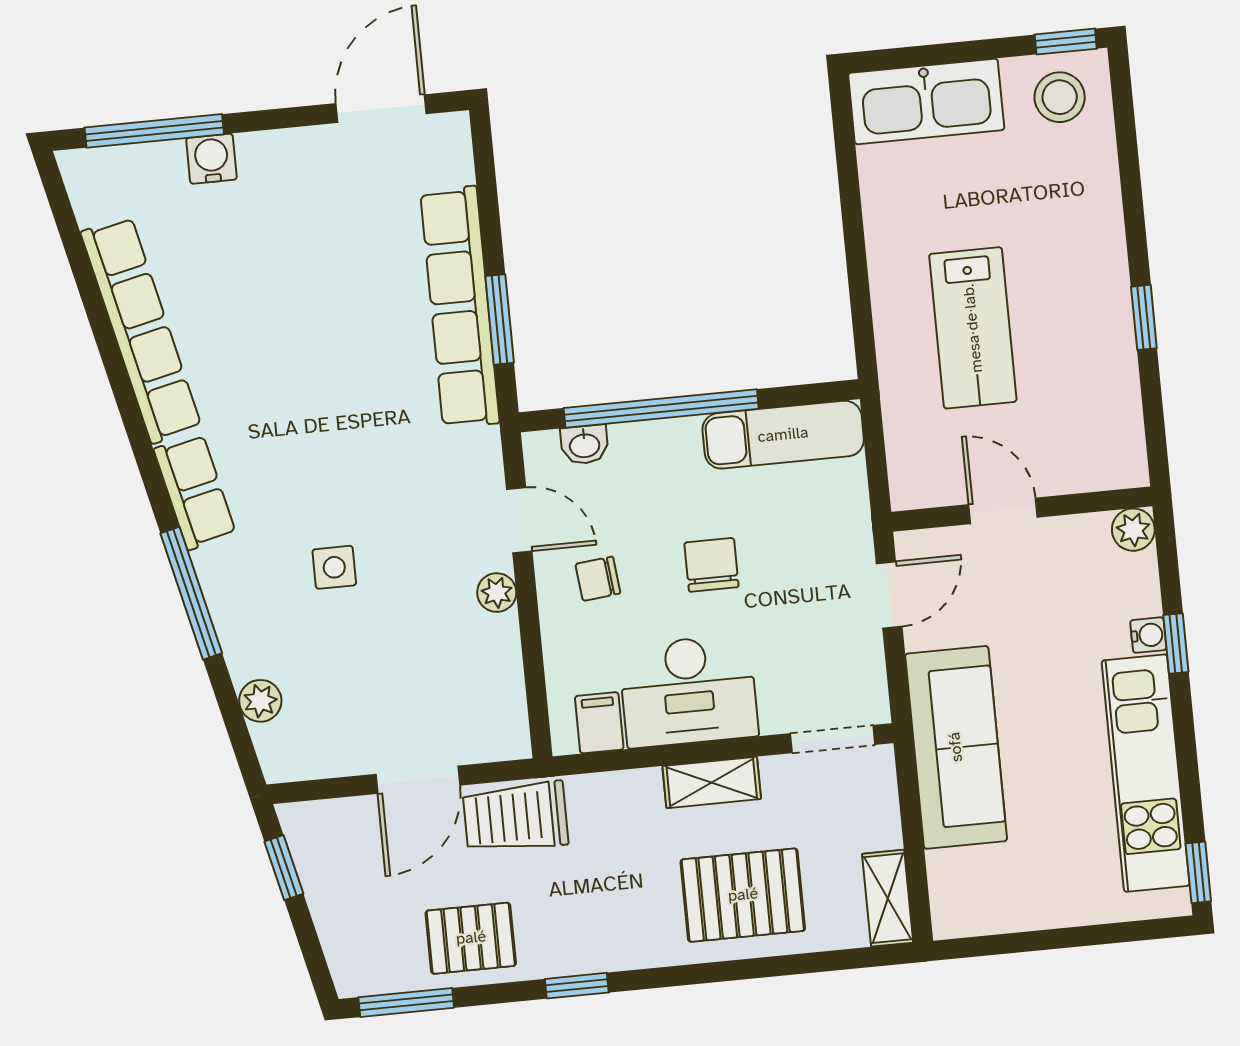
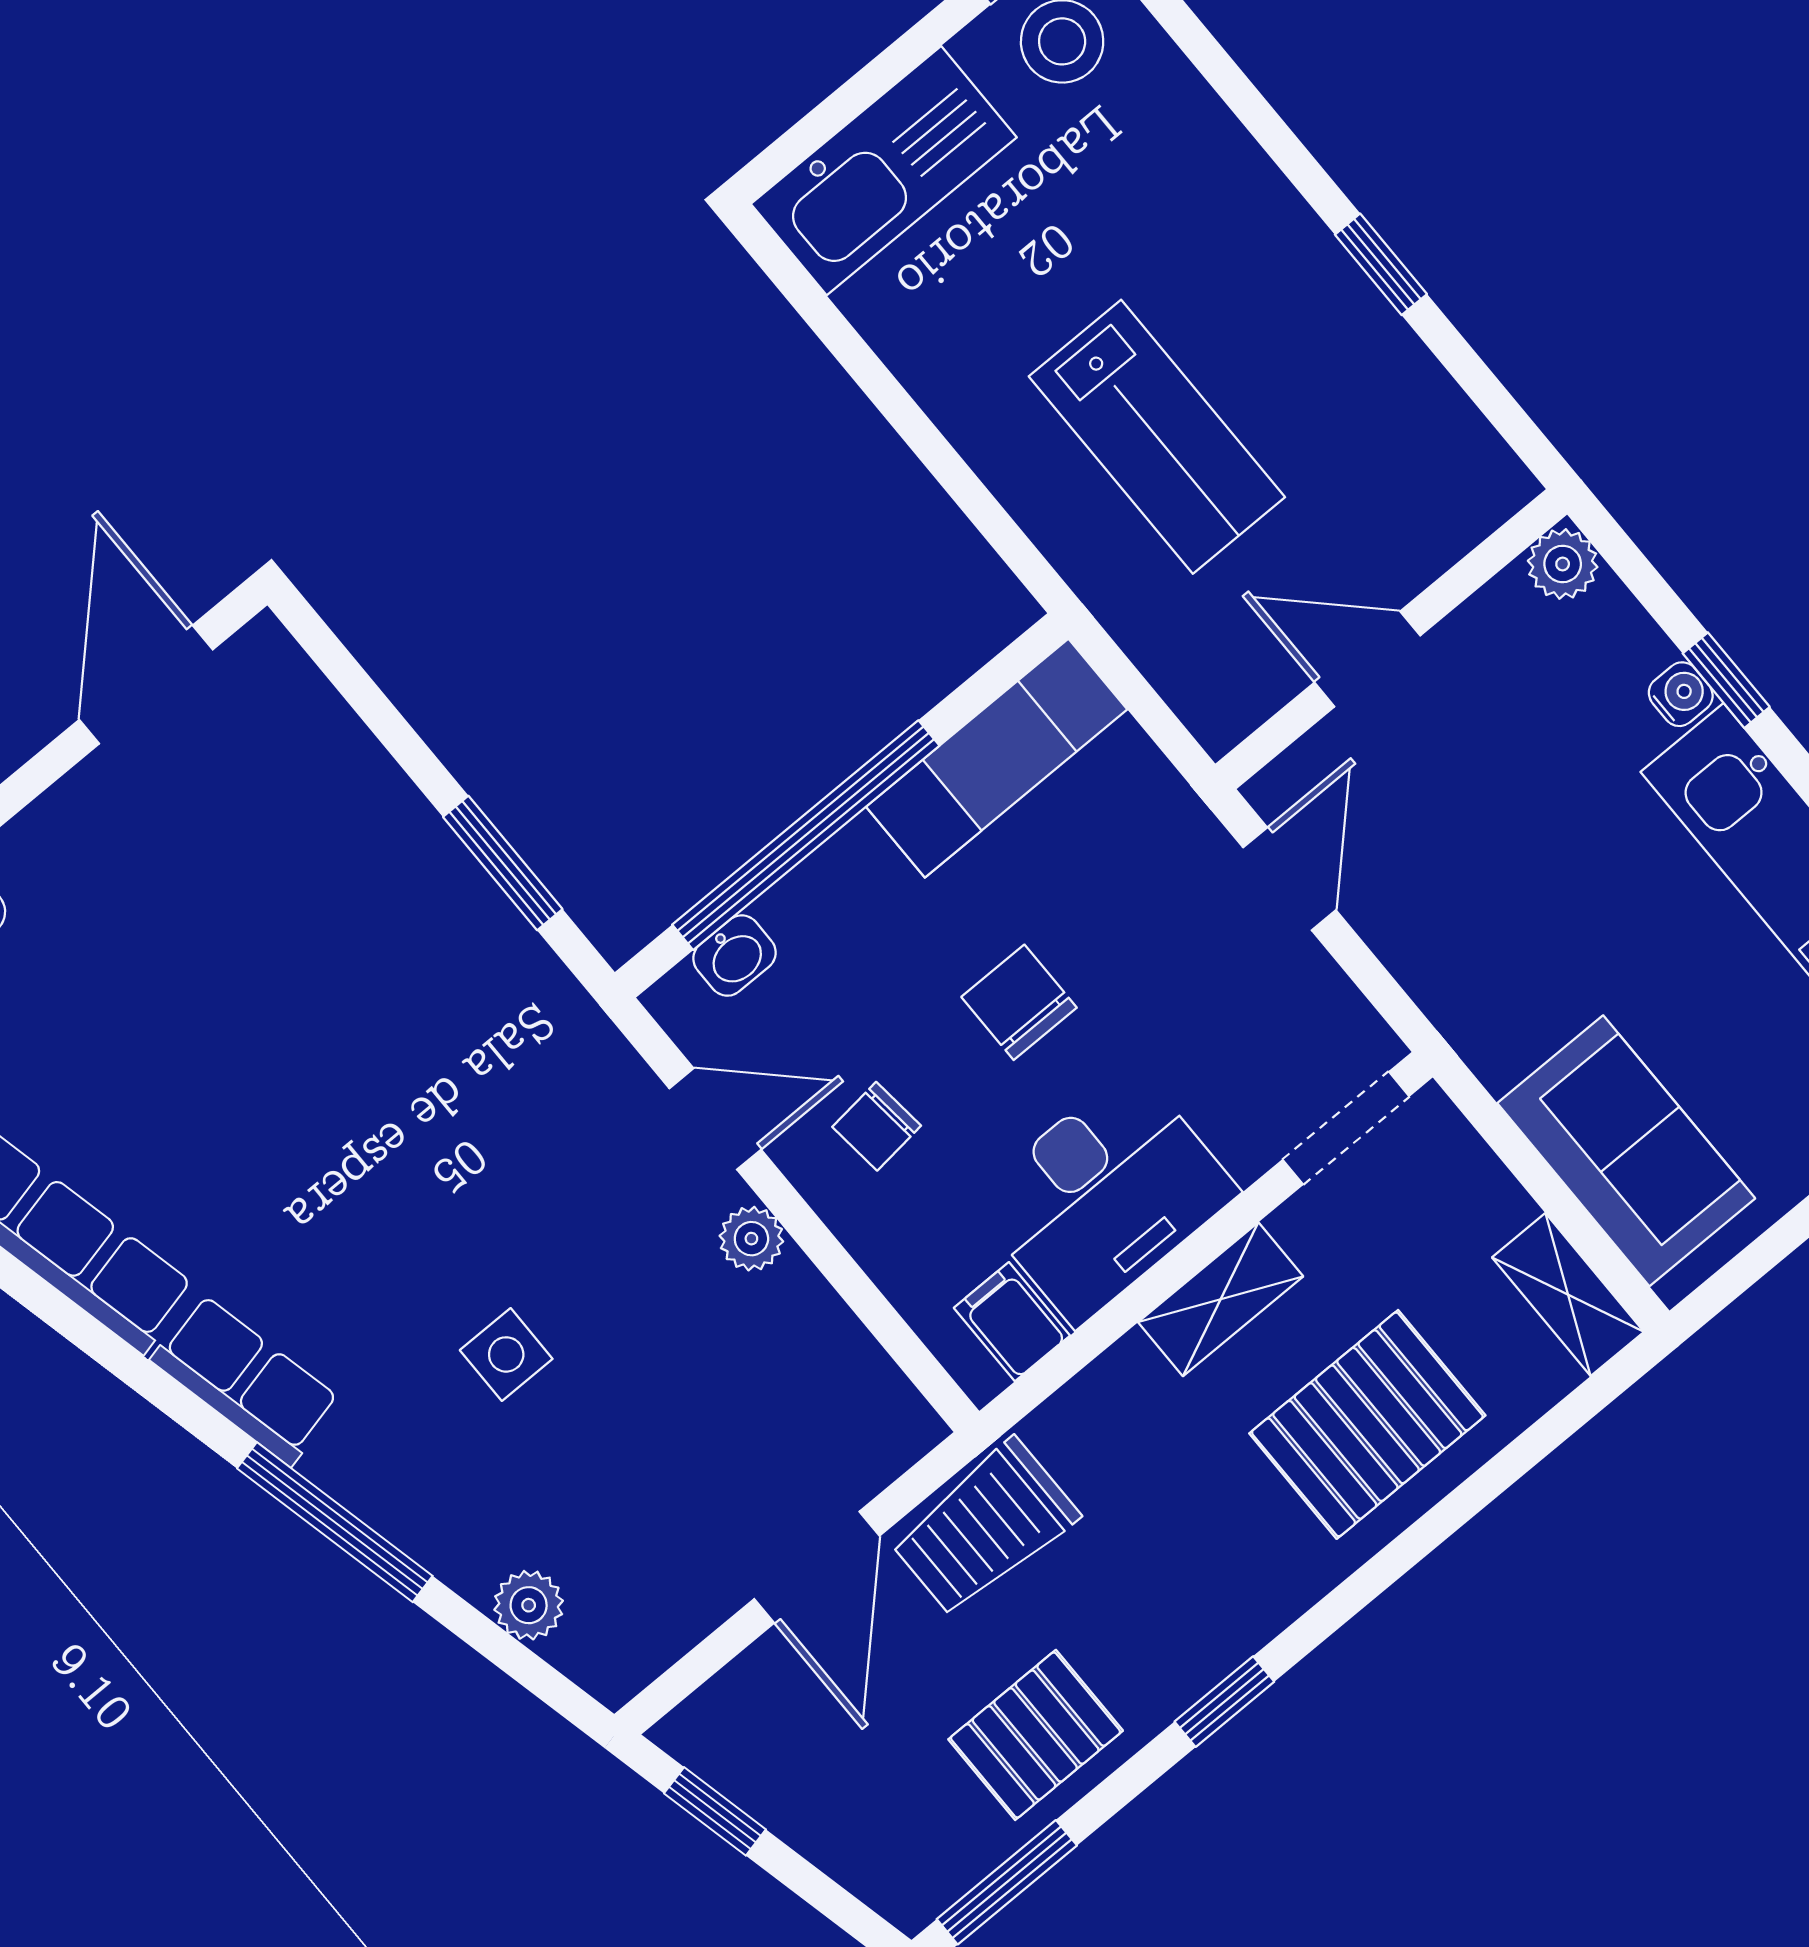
row of seats: (460, 307) -> (437, 883), removed
sofa: (956, 747) -> (1626, 1151), moved, width x0.73

